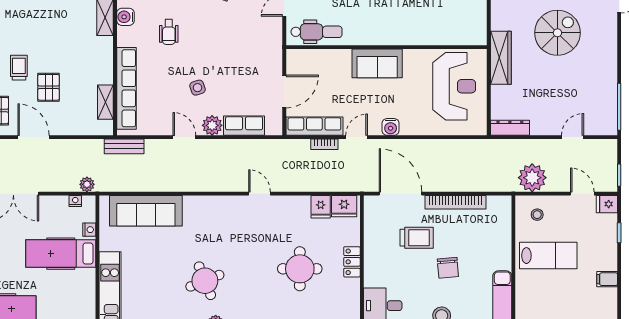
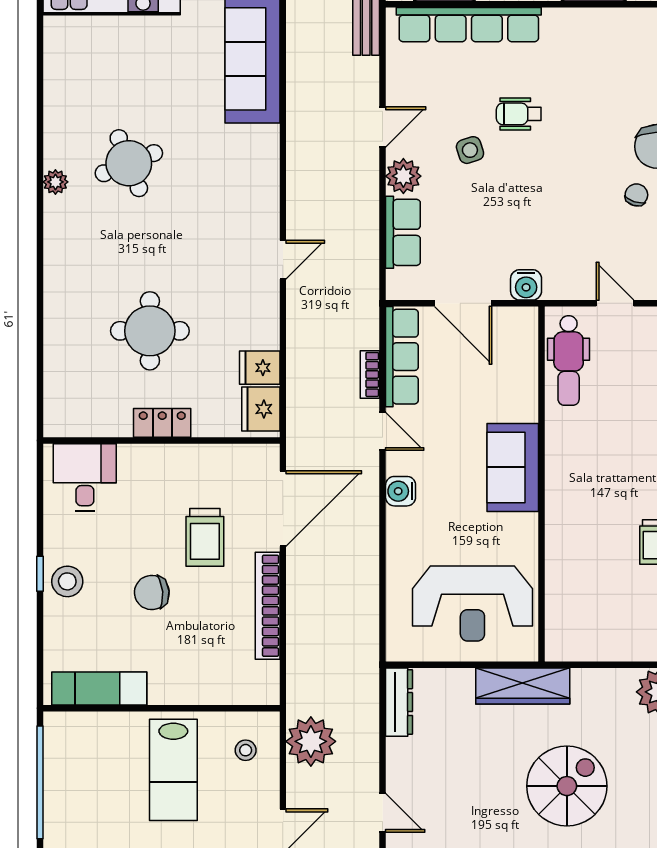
water cooler: (125, 17) -> (526, 285), moved, turned 180
wheelchair: (169, 32) -> (519, 114), moved
spiral stairs: (557, 33) -> (567, 786), turned -90

